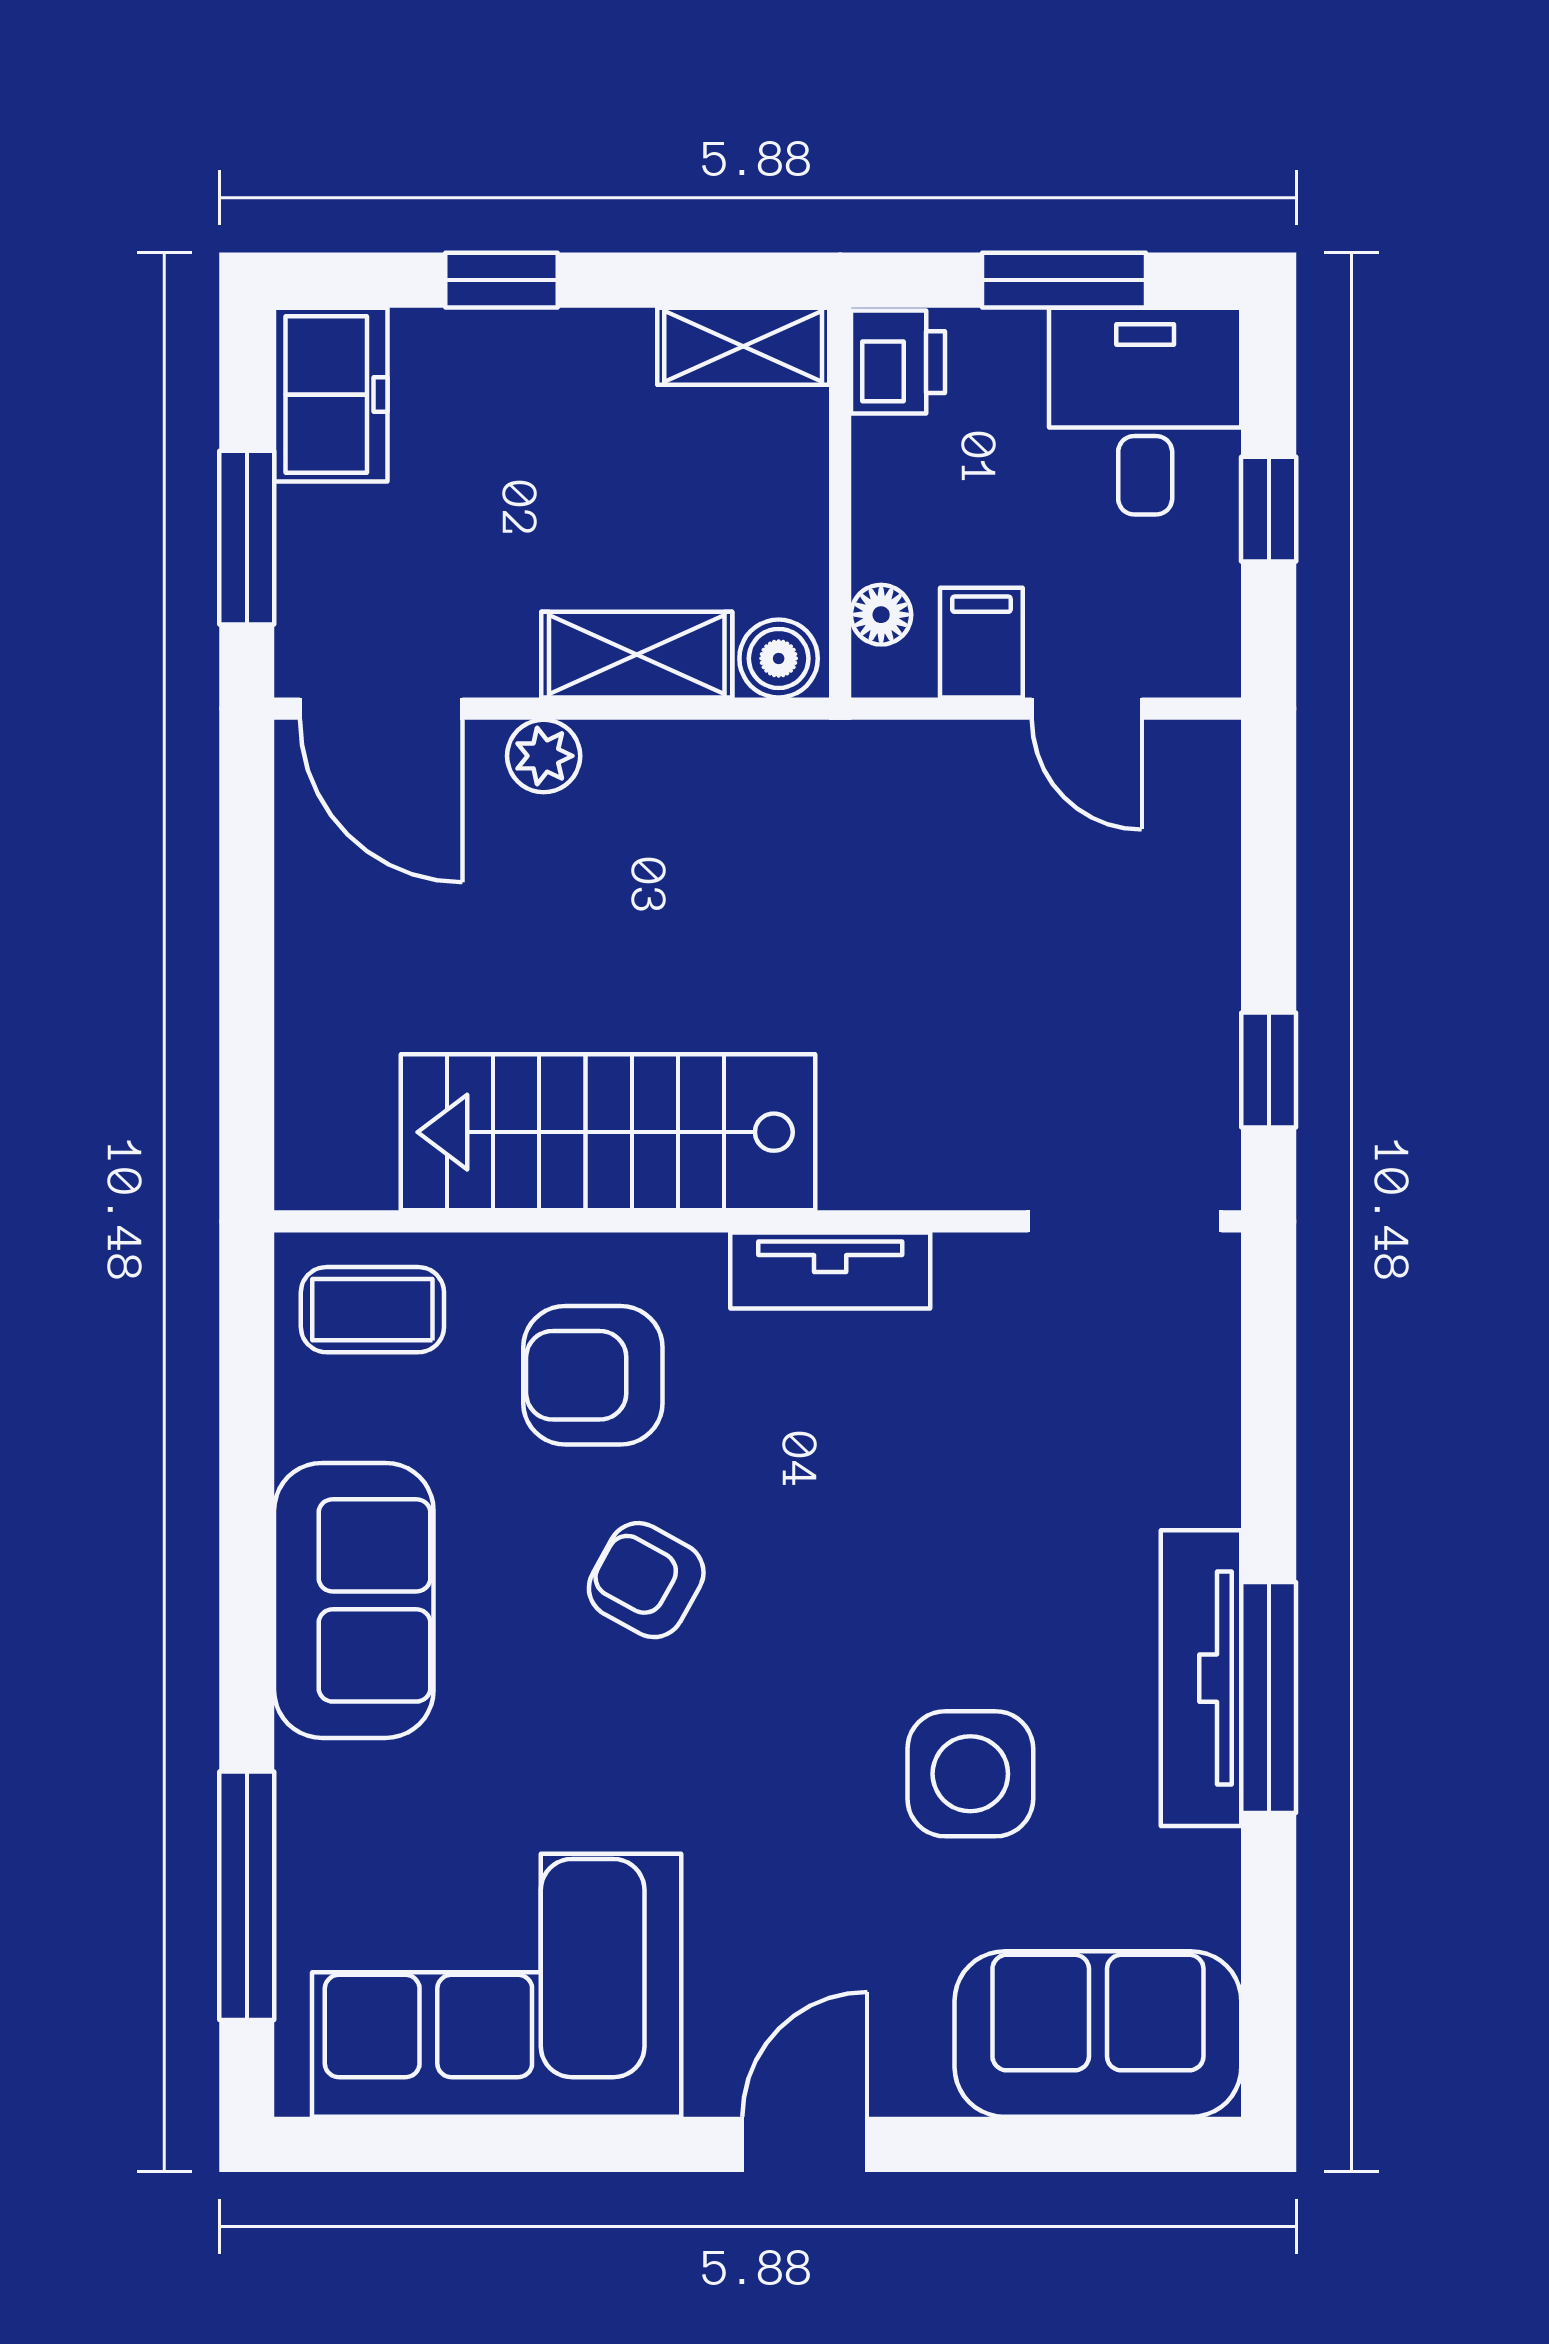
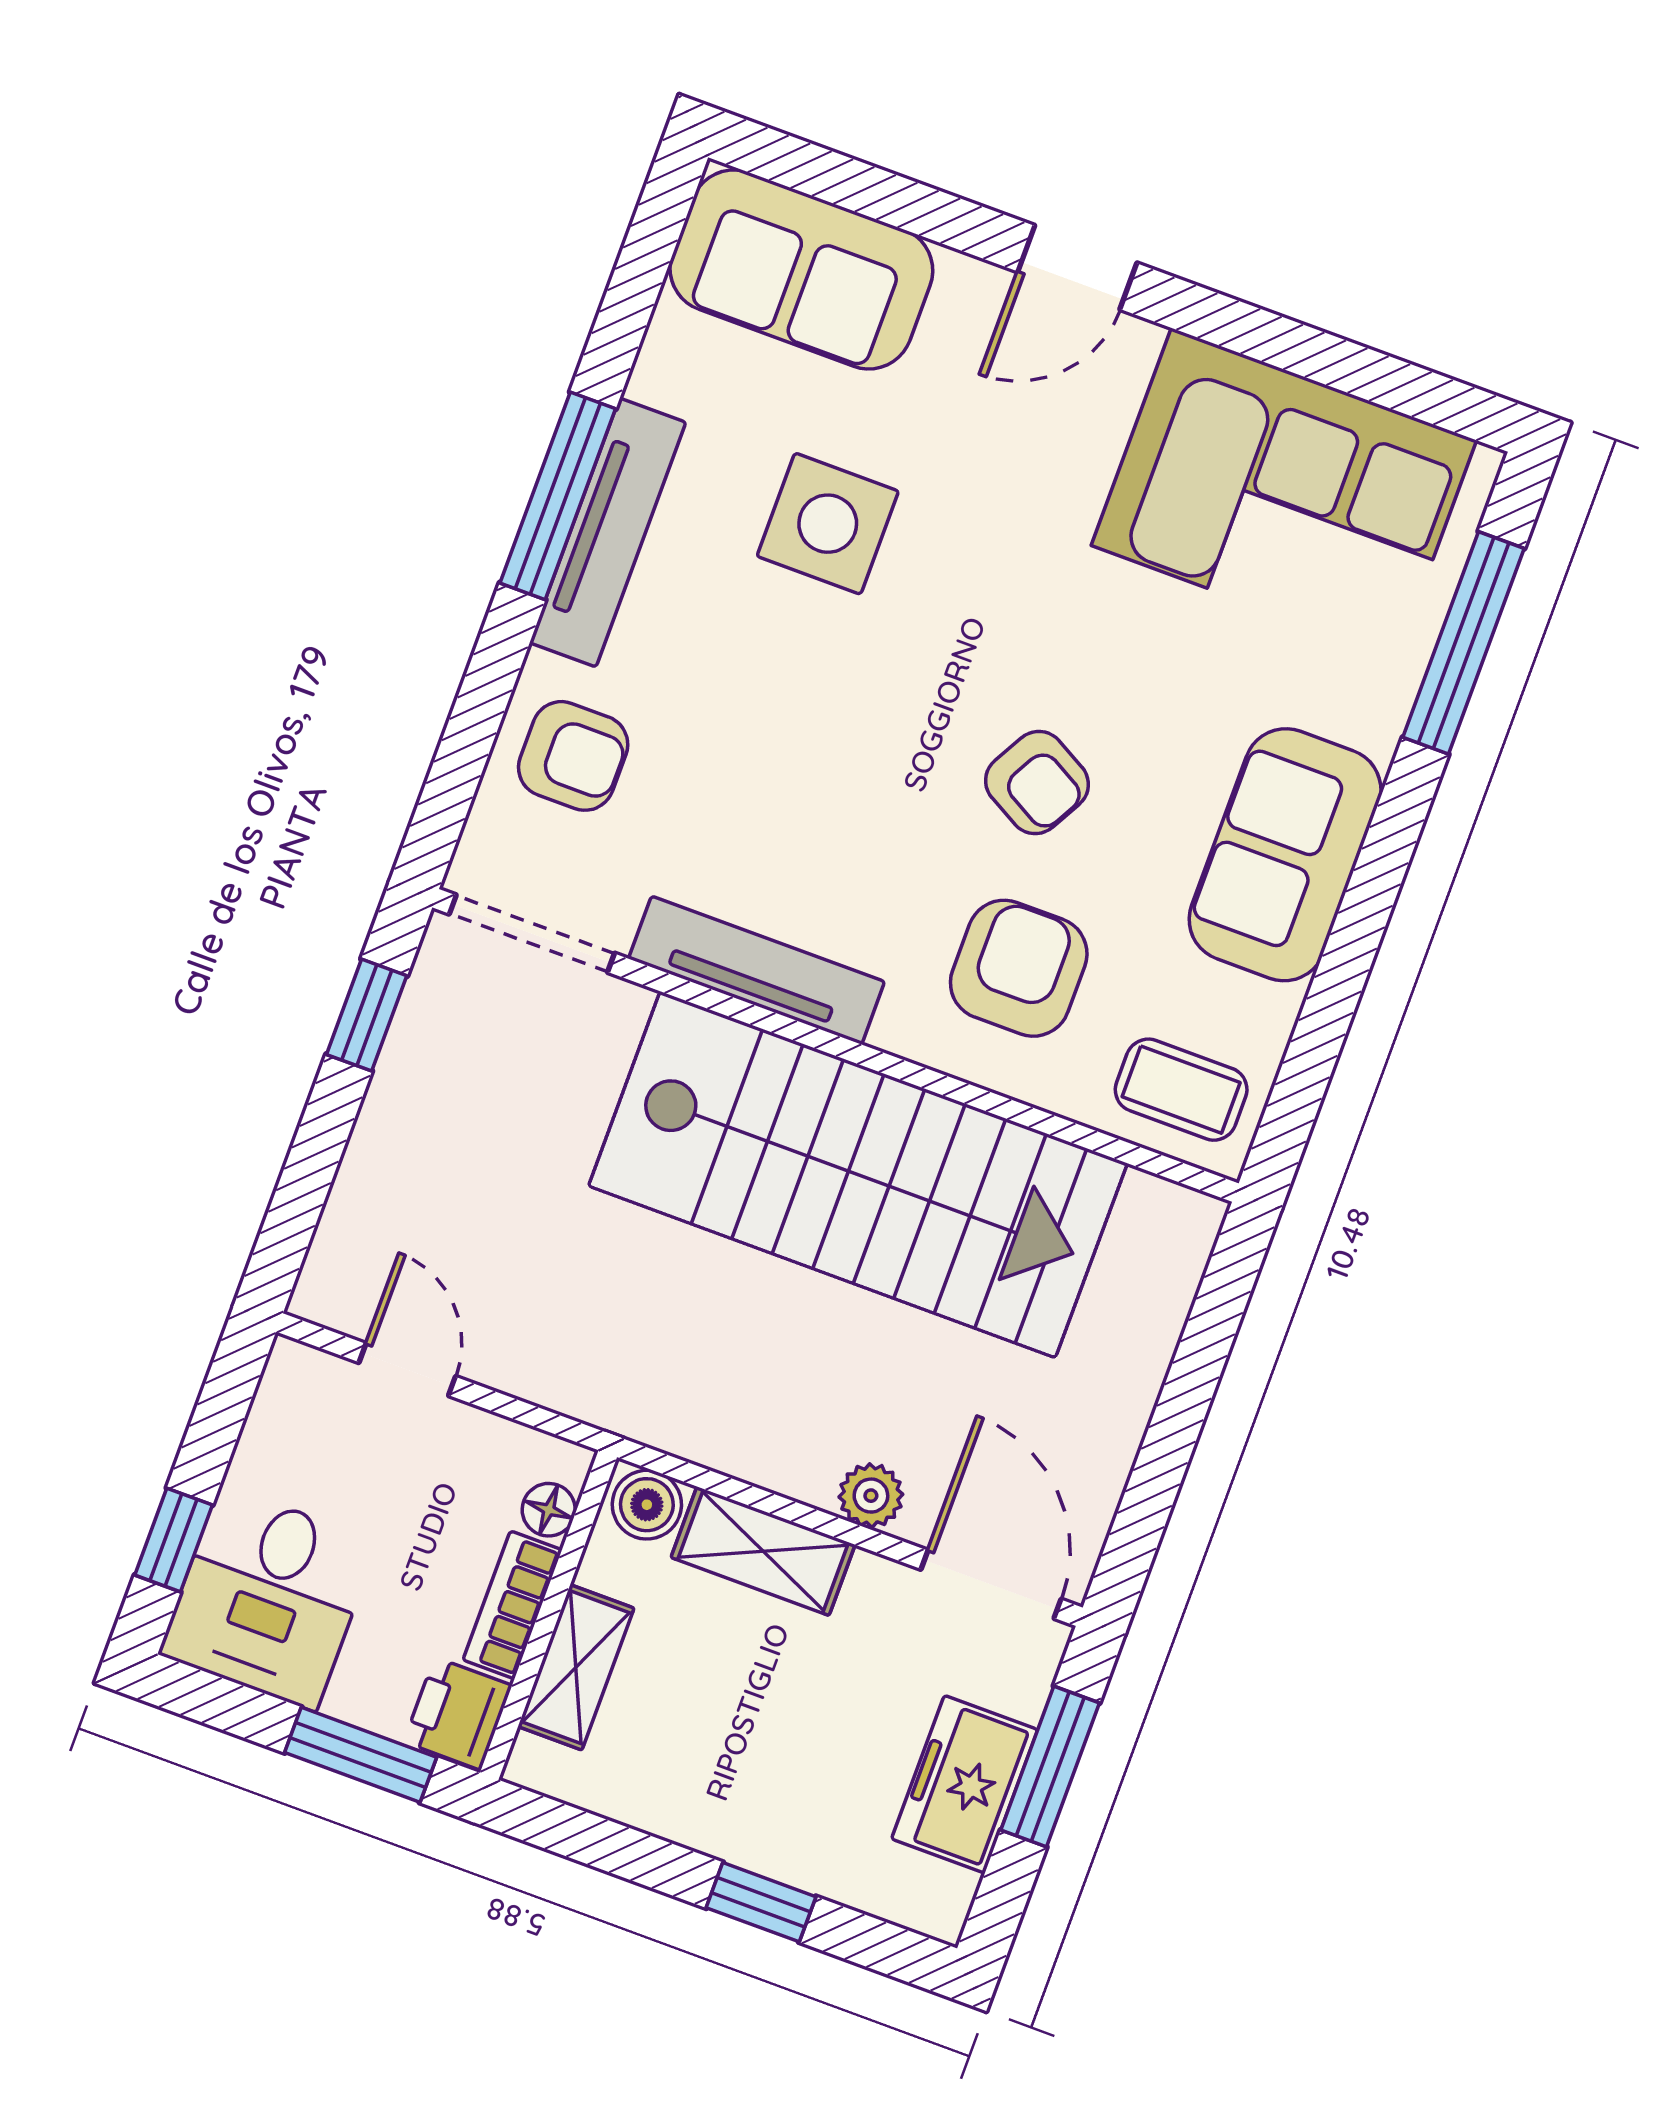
window: (1064, 280) -> (361, 1755), moved
shelving: (743, 346) -> (576, 1667), moved, turned 90
freezer: (331, 395) -> (965, 1784), moved
bookcase: (882, 499) -> (513, 1605), added
window: (1269, 509) -> (174, 1540), moved
filing cabinet: (981, 643) -> (474, 1456), removed
stairs: (608, 1132) -> (858, 1174), width x1.36, depth x1.51
tv unit: (830, 1270) -> (757, 970), width x1.41
armchair: (593, 1375) -> (1019, 968), turned -90
armchair: (1150, 1427) -> (573, 756), added

